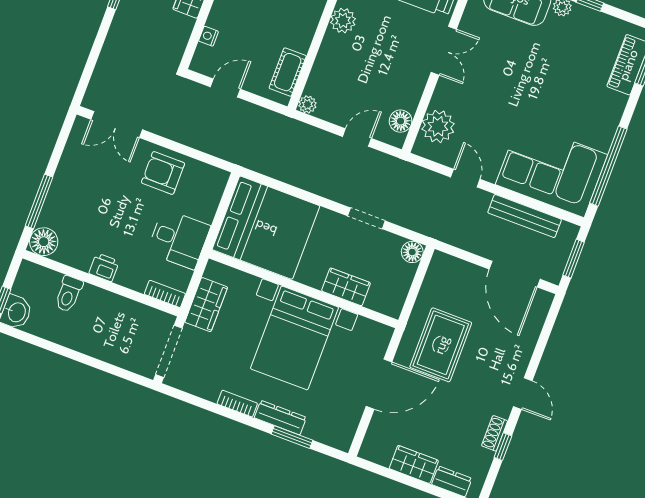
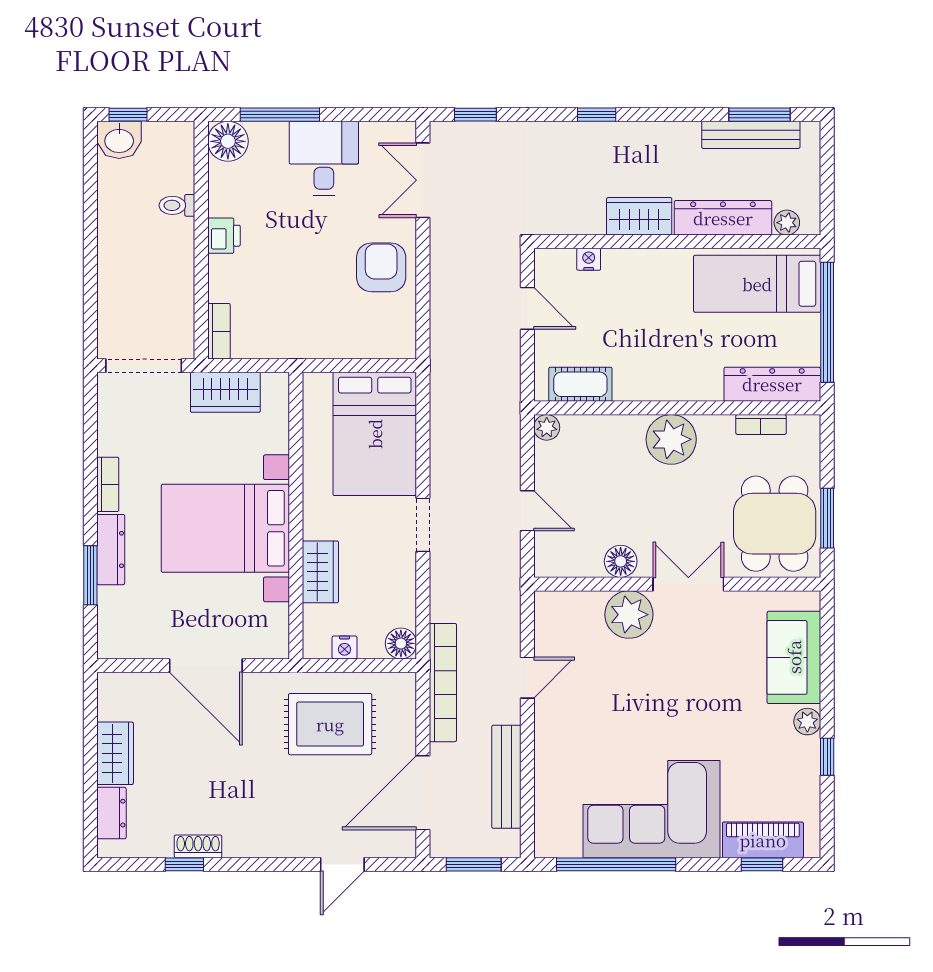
plant: (343, 21) -> (671, 439), width x1.36, depth x1.36
double door: (444, 51) -> (688, 584), swing flipped
window: (87, 74) -> (475, 115), added
floor lamp: (401, 121) -> (621, 561), moved
plant: (438, 126) -> (629, 615), moved
corner sofa: (552, 170) -> (652, 809), moved, turned -90
doorway: (366, 218) -> (423, 525), moved
bed: (266, 228) -> (375, 434), width x0.73
bookcase: (448, 234) -> (443, 683), added
desk: (179, 239) -> (324, 158), moved, turned 180
nightstand: (401, 290) -> (345, 647), added
toilet: (69, 294) -> (177, 205), width x0.73, depth x0.72
rug: (441, 345) -> (330, 724), moved
door: (523, 394) -> (342, 864), moved

